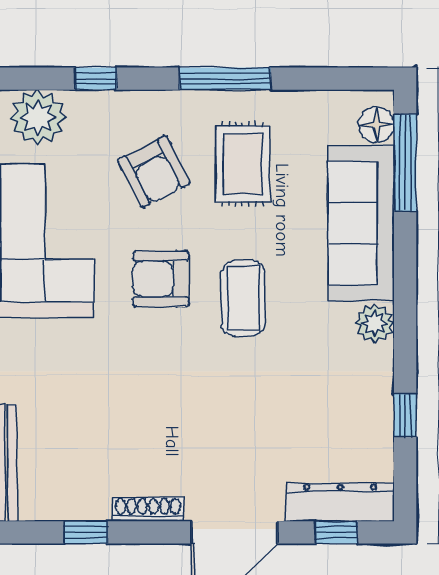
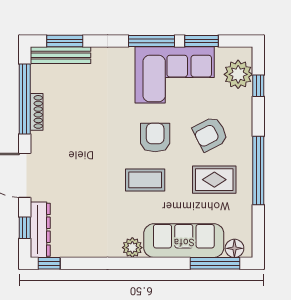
window: (96, 79) -> (258, 86), moved
window: (225, 79) -> (258, 171), width x1.46
window: (405, 416) -> (49, 263), moved
shoe rack: (148, 509) -> (37, 112), moved
window: (86, 532) -> (25, 99), width x3.17

